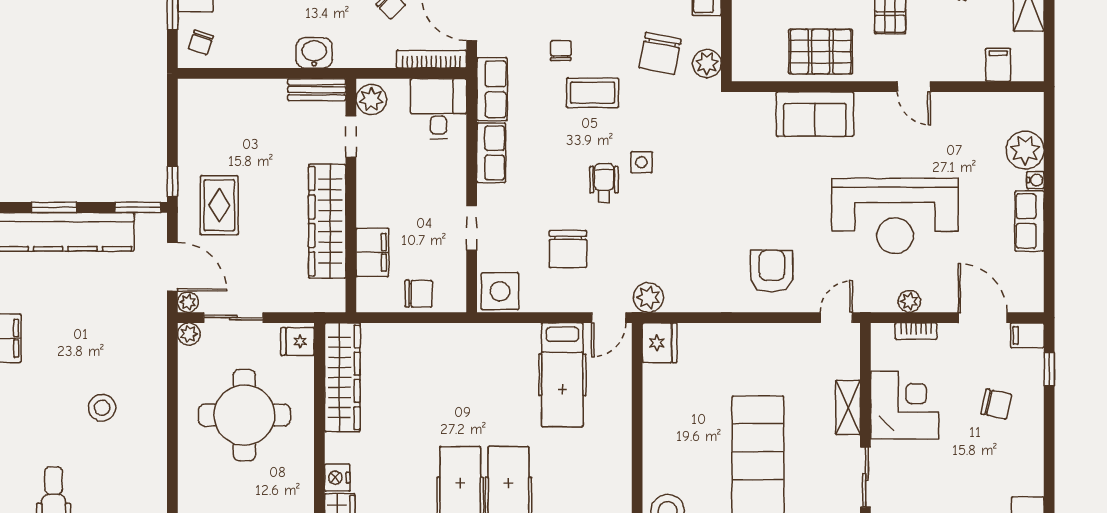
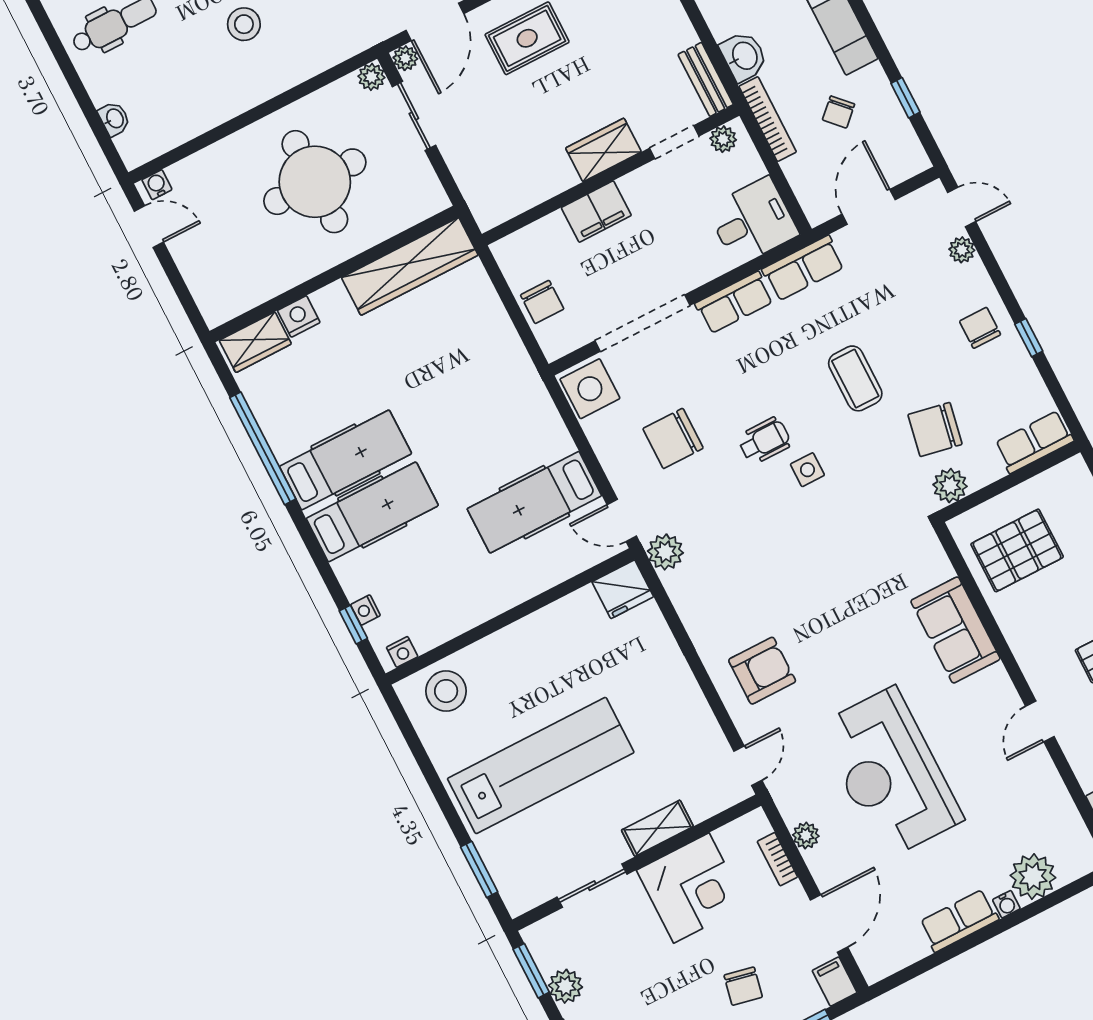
chair: (561, 51) -> (883, 321), removed
pallet: (821, 52) -> (1017, 550), moved, turned 90
bookcase: (431, 59) -> (768, 119), moved
plant: (371, 99) -> (723, 139), width x0.73, depth x0.73
wardrobe: (327, 221) -> (603, 150), width x0.48, depth x0.85
doorway: (472, 228) -> (643, 323), width x1.88
filing cabinet: (372, 252) -> (596, 212), moved
door: (836, 318) -> (748, 766), hinge flipped
fridge: (298, 341) -> (424, 198), removed

